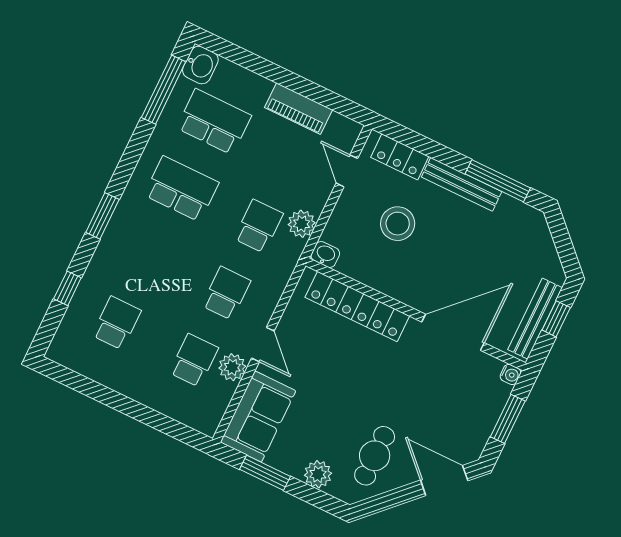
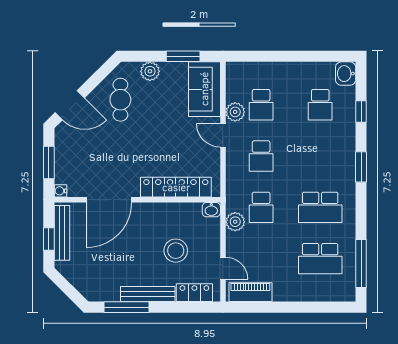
washbasin: (200, 65) -> (346, 74), moved
piano: (298, 109) -> (250, 292), moved

